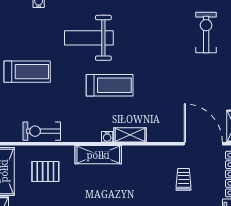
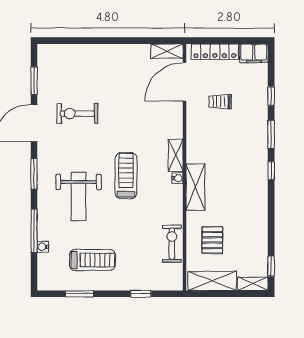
exercise bike: (206, 32) -> (77, 114), moved
treadmill: (27, 72) -> (92, 260), moved, turned 90
exercise bike: (42, 131) -> (172, 244), turned 180

